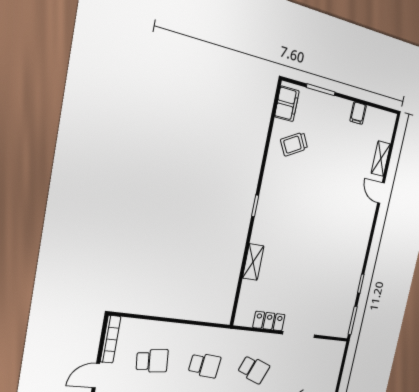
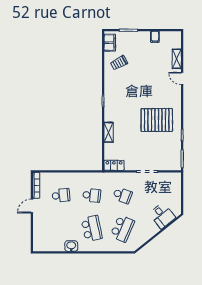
pallet: (330, 254) -> (157, 120), added
locker: (269, 321) -> (114, 165), moved

